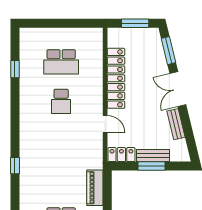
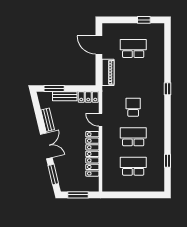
school desk: (61, 101) -> (133, 137), width x1.85
school desk: (61, 141) -> (133, 107), added
window: (151, 166) -> (54, 89), moved

